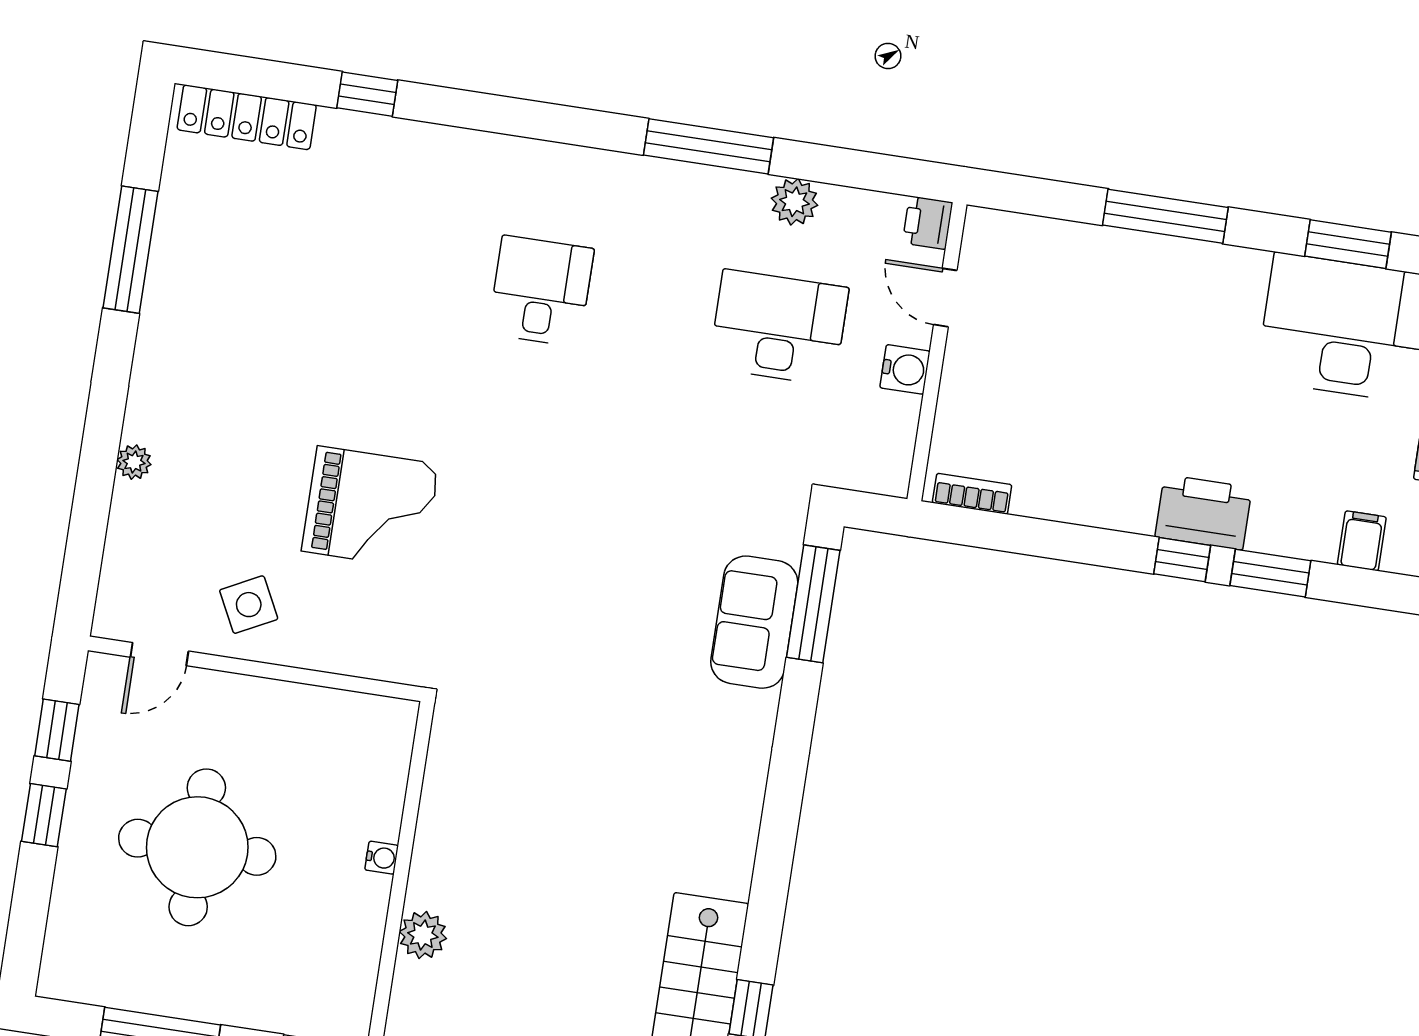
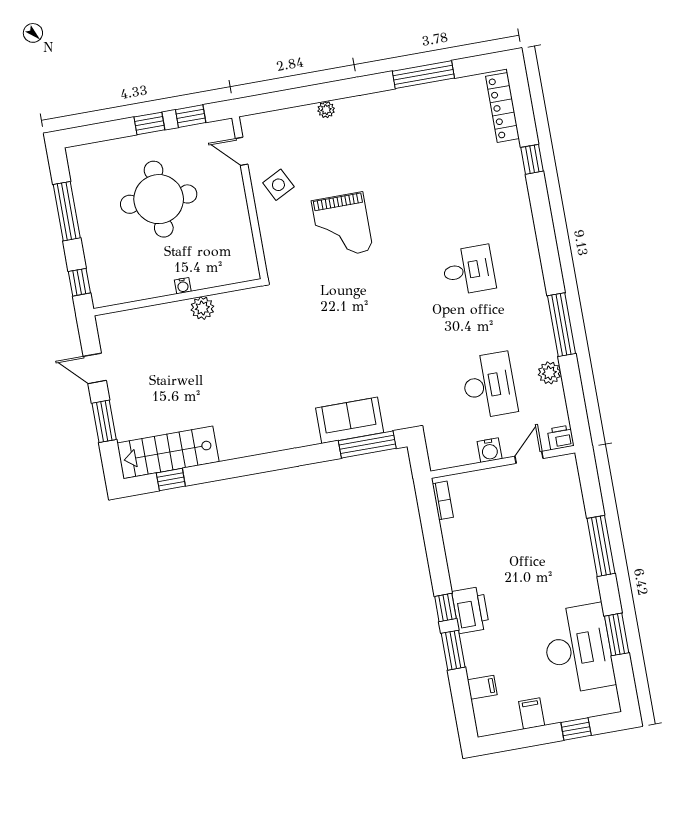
plant: (423, 935) -> (202, 308), moved

